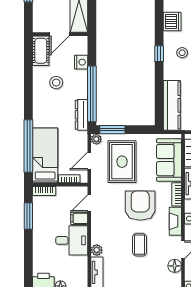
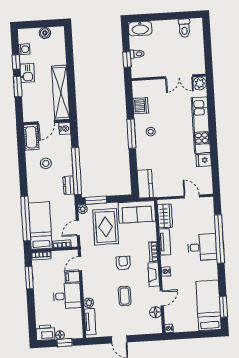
window: (159, 54) -> (131, 134), width x2.17
nightstand: (81, 62) -> (65, 129), moved
kitchen counter: (172, 105) -> (145, 184), width x0.67
dresser: (81, 115) -> (69, 185), width x0.70
sofa: (169, 160) -> (137, 212), moved, turned -90
armchair: (140, 206) -> (123, 263), width x0.53, depth x0.53

